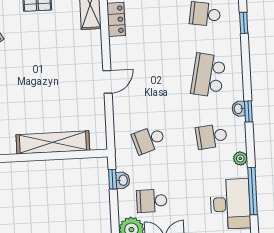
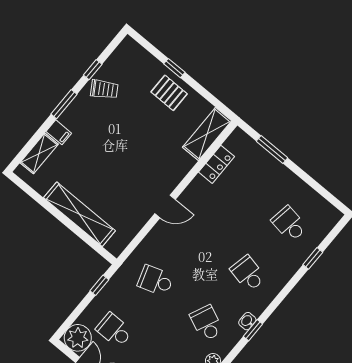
school desk: (208, 75) -> (248, 274), width x0.54
school desk: (211, 136) -> (207, 323), turned 30
washbasin: (123, 180) -> (106, 293), removed

